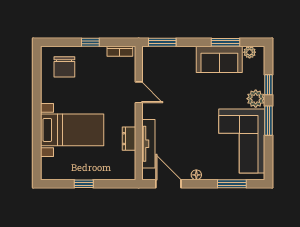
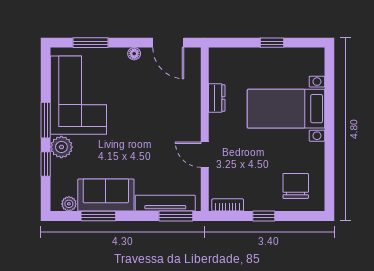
tv unit: (148, 144) -> (165, 203), moved, turned 90

